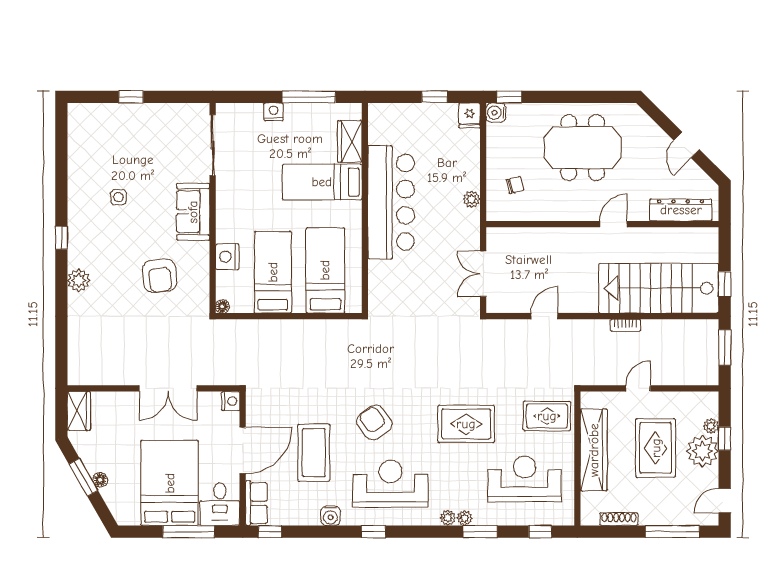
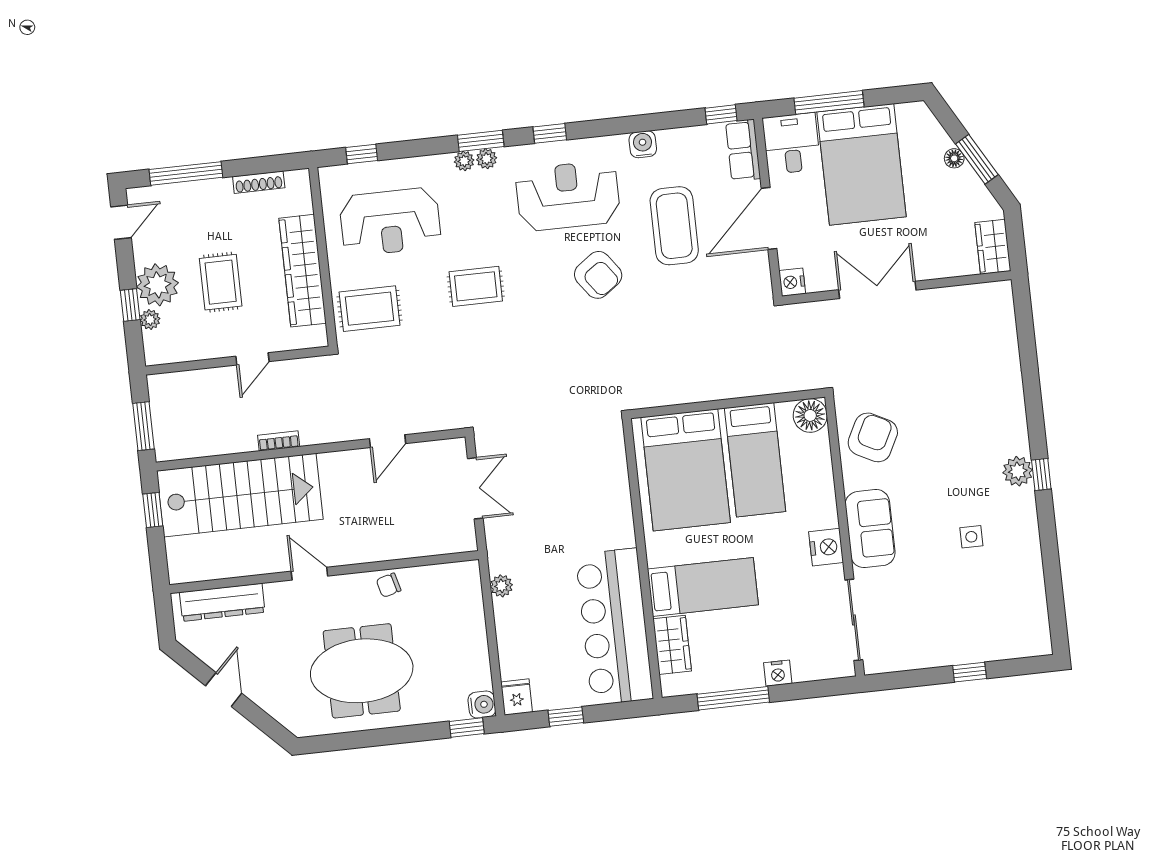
chair: (515, 185) -> (389, 585), moved
bar counter: (391, 202) -> (614, 627), moved
door: (613, 224) -> (309, 574), swing flipped
nightstand: (227, 257) -> (826, 547), moved
bed: (325, 270) -> (686, 470), width x1.50
armchair: (160, 276) -> (873, 437), moved, turned 33
plant: (79, 280) -> (1018, 471), moved
floor lamp: (222, 307) -> (810, 415), width x1.89, depth x1.89
rug: (466, 424) -> (476, 286), width x0.73, depth x0.70
rug: (656, 448) -> (221, 282), width x0.73, depth x0.70
reception desk: (390, 484) -> (568, 196), turned 180
window: (373, 532) -> (550, 133), moved
window: (480, 532) -> (481, 141), moved

